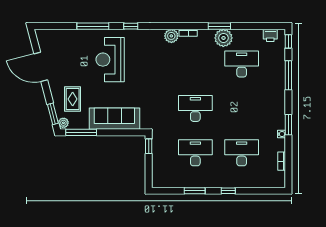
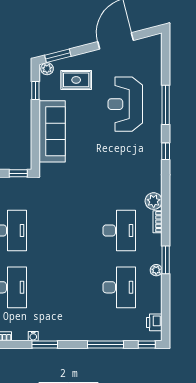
plant: (223, 38) -> (156, 270), width x0.53, depth x0.53
reception desk: (110, 60) -> (125, 104), moved, turned -90
desk: (195, 108) -> (119, 231), moved
window: (81, 132) -> (35, 90), width x0.46

